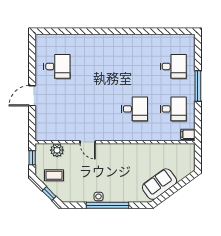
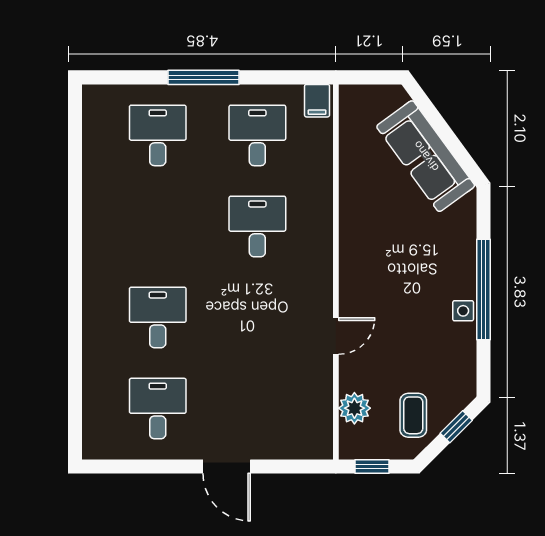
desk: (96, 66) -> (158, 318), added
sofa: (159, 184) -> (426, 156), width x1.36

